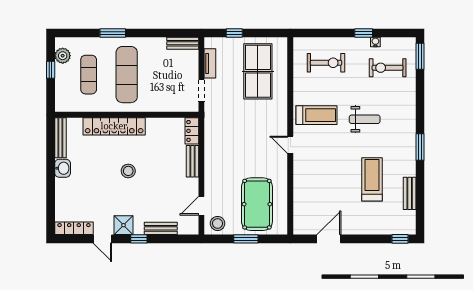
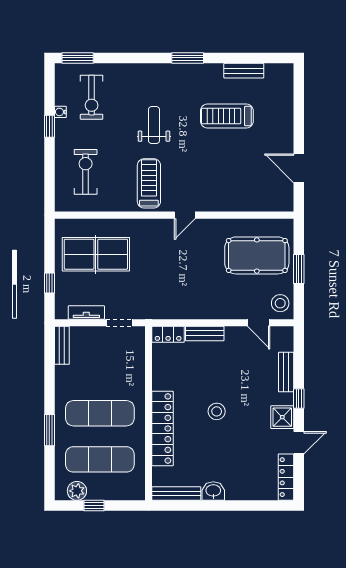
exercise mat: (89, 75) -> (100, 459), width x1.36, depth x1.45
window: (400, 239) -> (299, 82), removed

